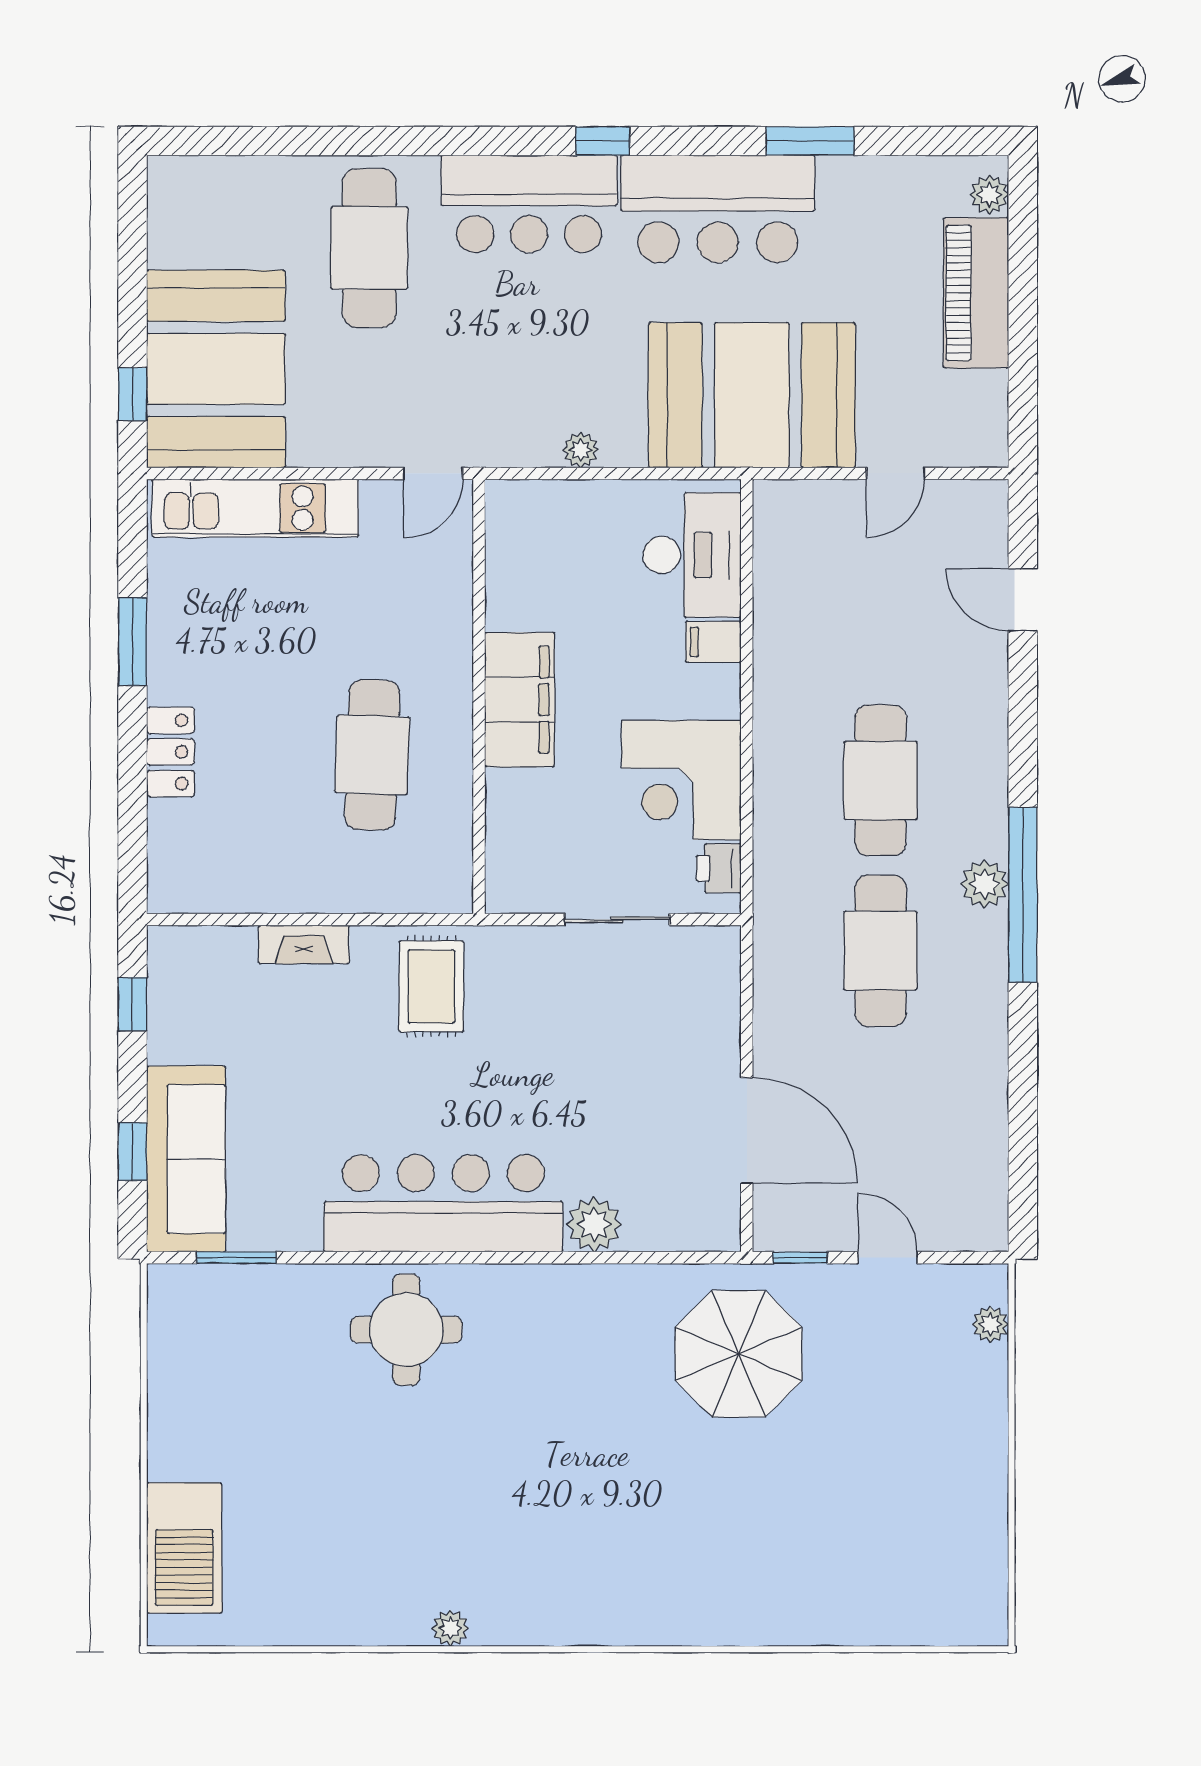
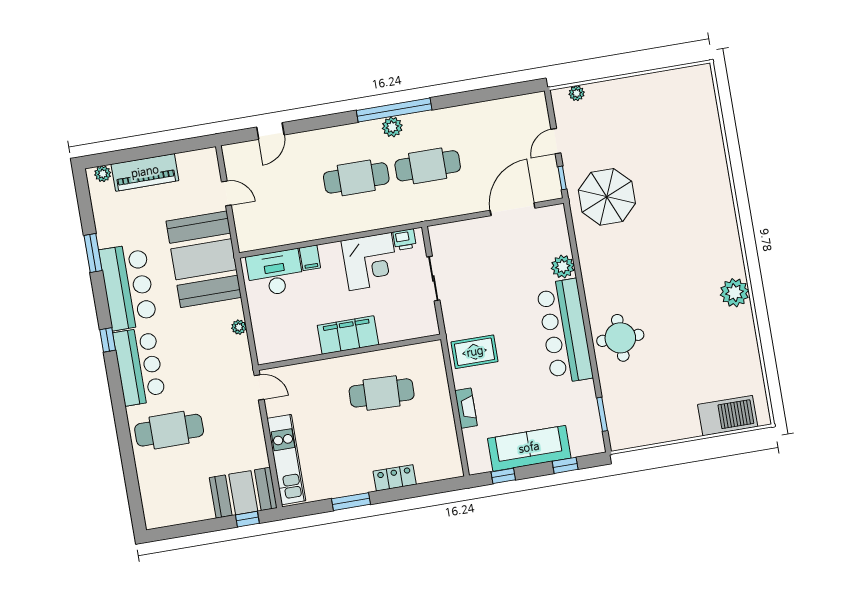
booth: (216, 369) -> (243, 493), width x0.73, depth x0.70
sofa: (186, 1159) -> (529, 448), moved
plant: (450, 1628) -> (735, 293), width x1.88, depth x1.88

